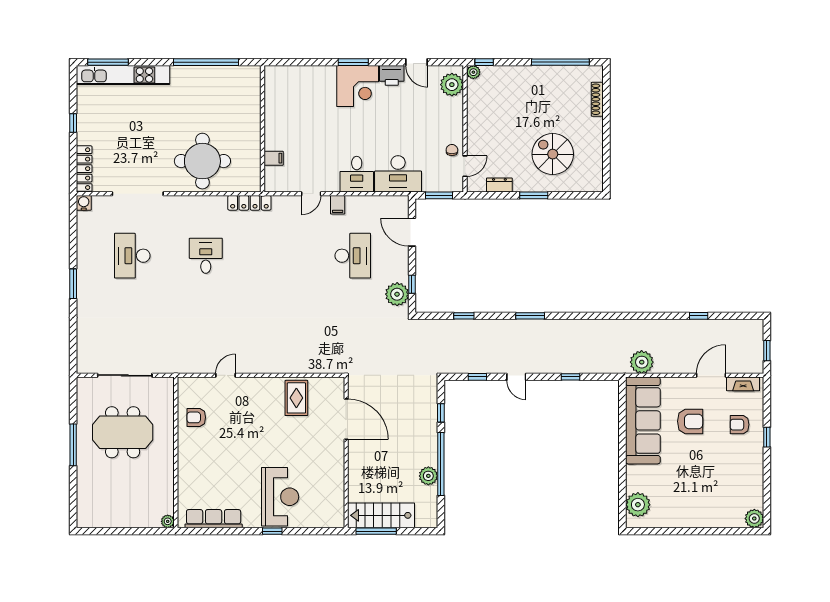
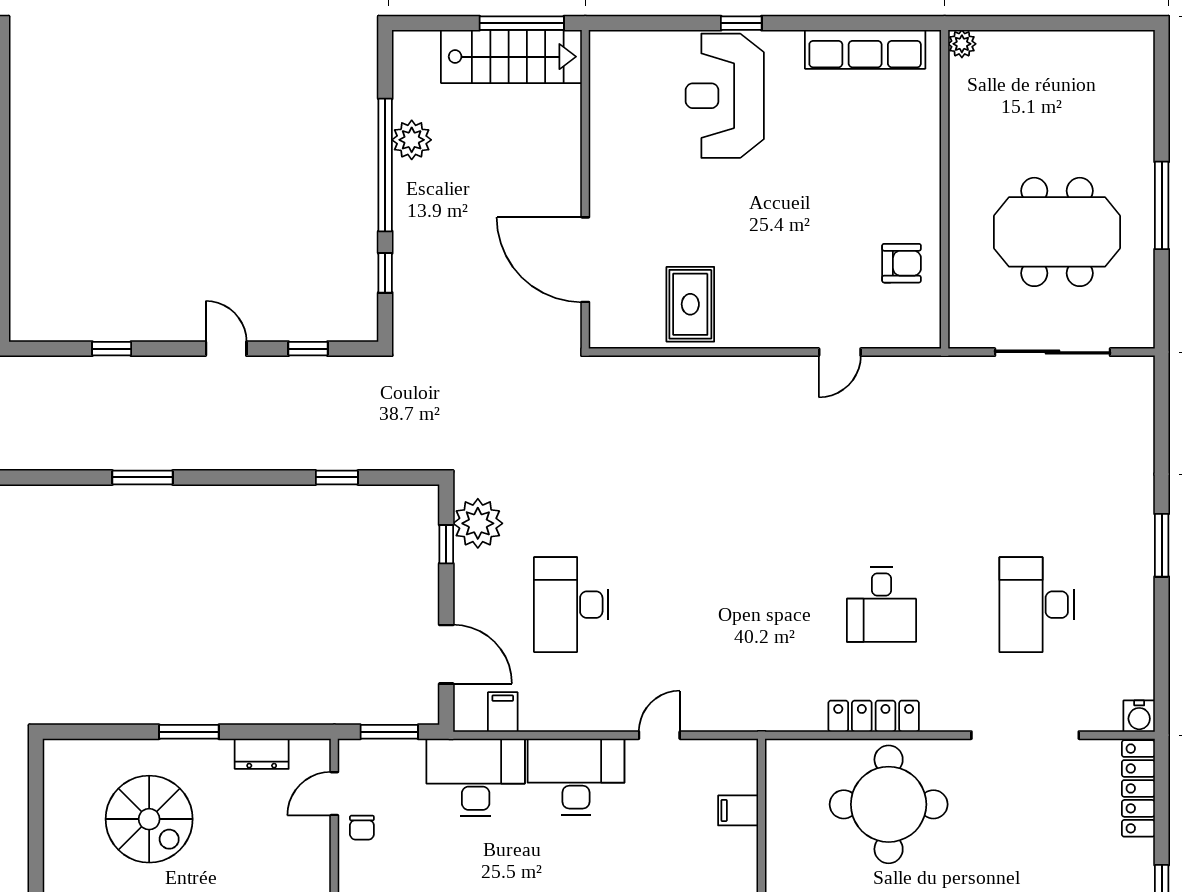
desk: (357, 174) -> (576, 777), width x1.37
locker: (249, 203) -> (874, 716), moved
filing cabinet: (338, 205) -> (503, 712), moved
desk: (132, 256) -> (1037, 605), turned 180
window: (530, 316) -> (143, 477), moved

